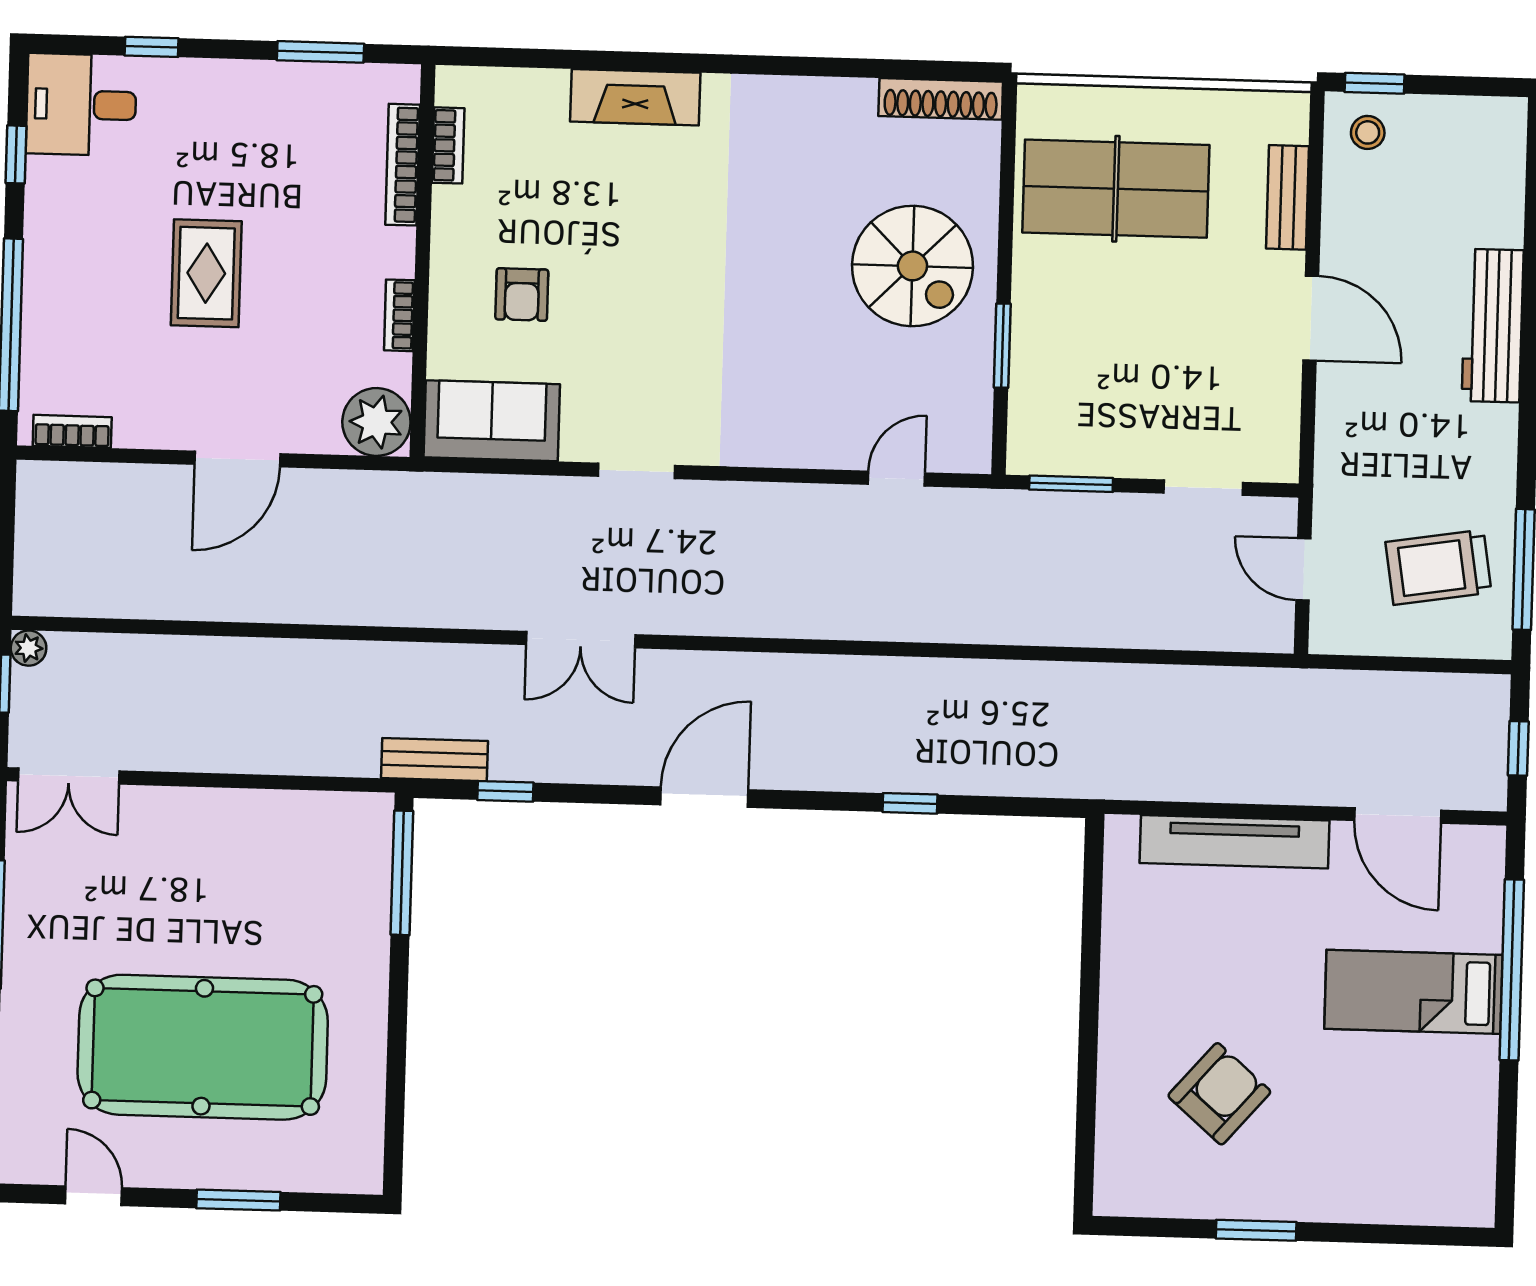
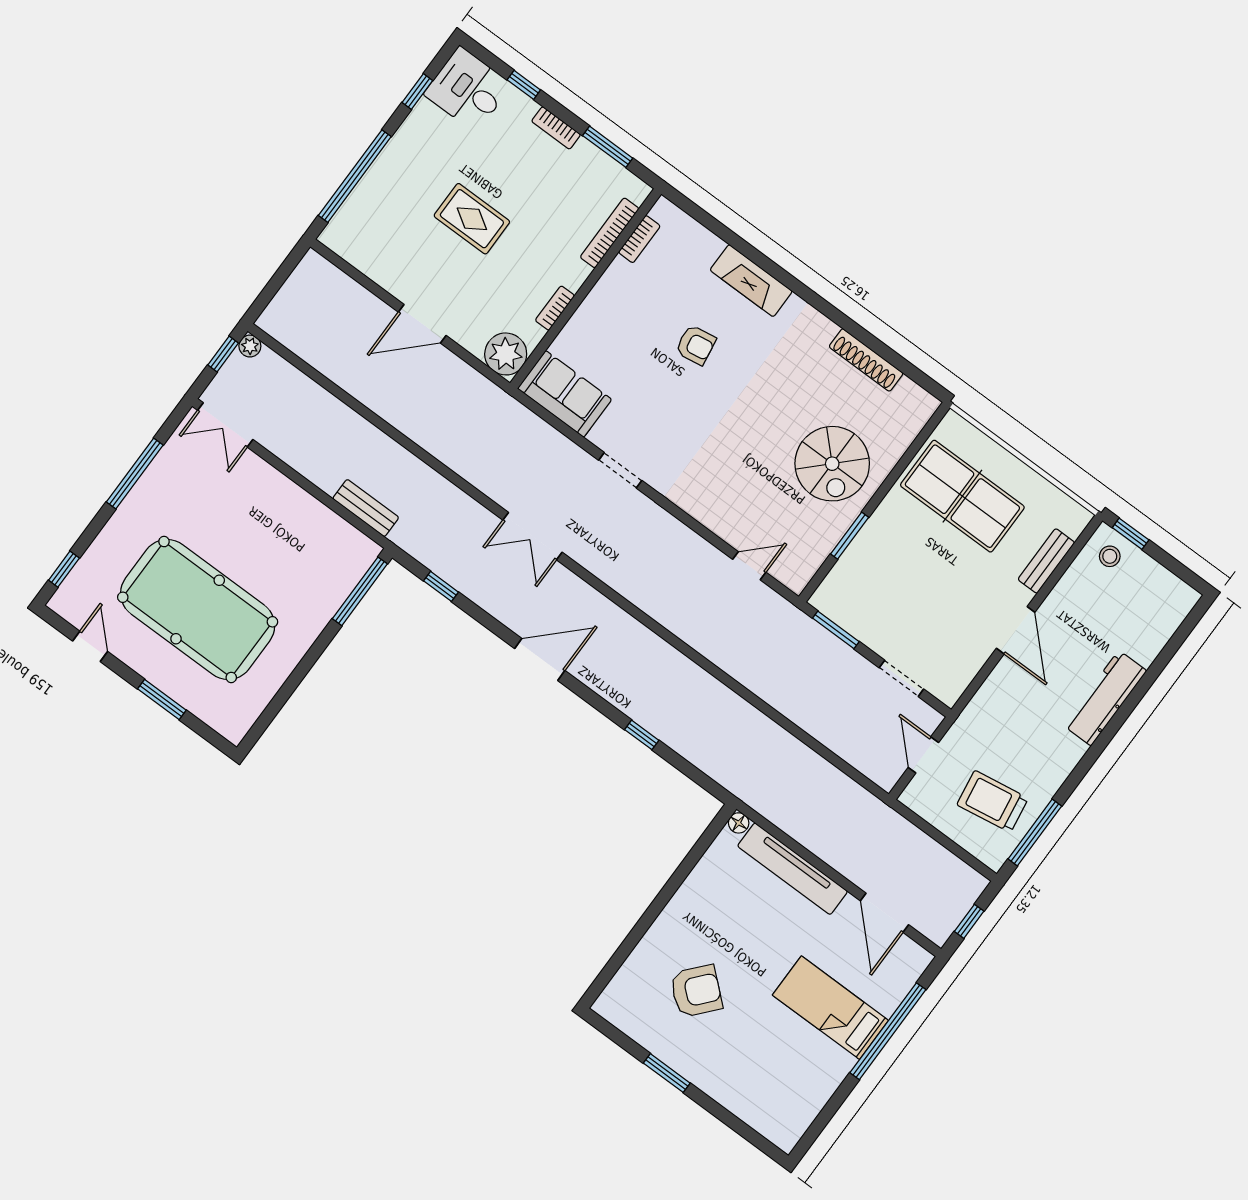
shoe rack: (941, 99) -> (866, 360), moved
rug: (206, 273) -> (472, 219), turned 90
armchair: (522, 294) -> (696, 345), moved, turned -99
bookcase: (72, 431) -> (556, 128), moved, turned 180
bench: (434, 760) -> (366, 508), moved
floor lamp: (1120, 831) -> (739, 823), added

